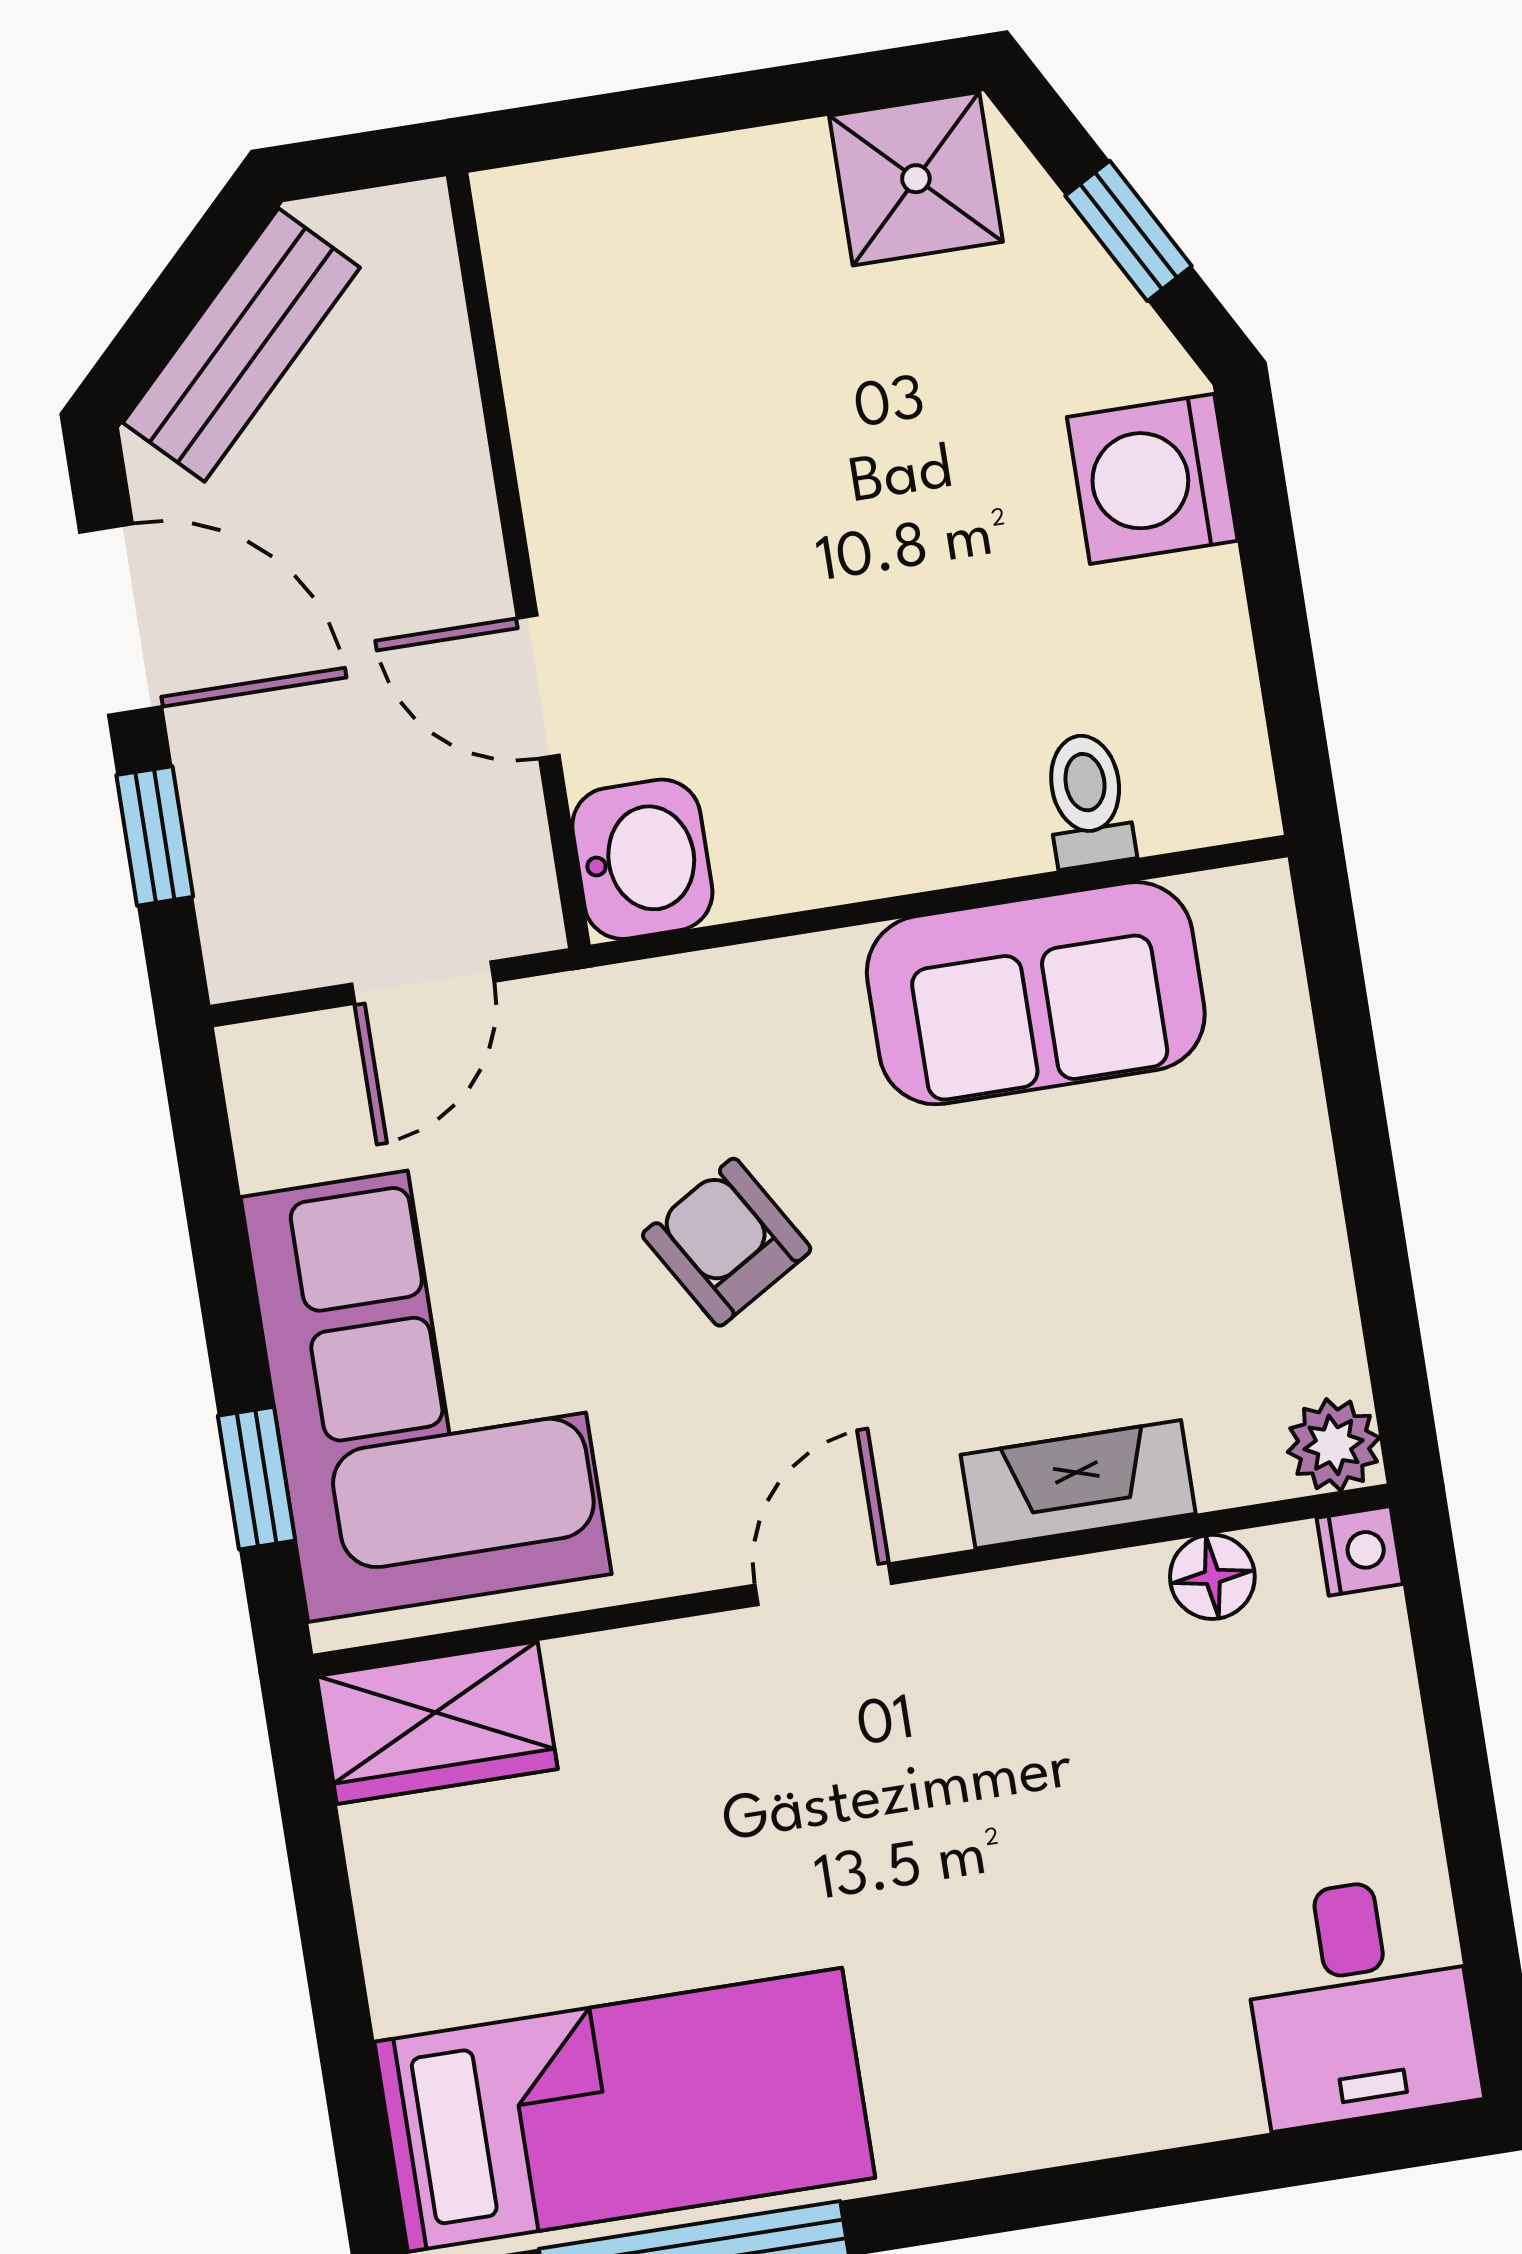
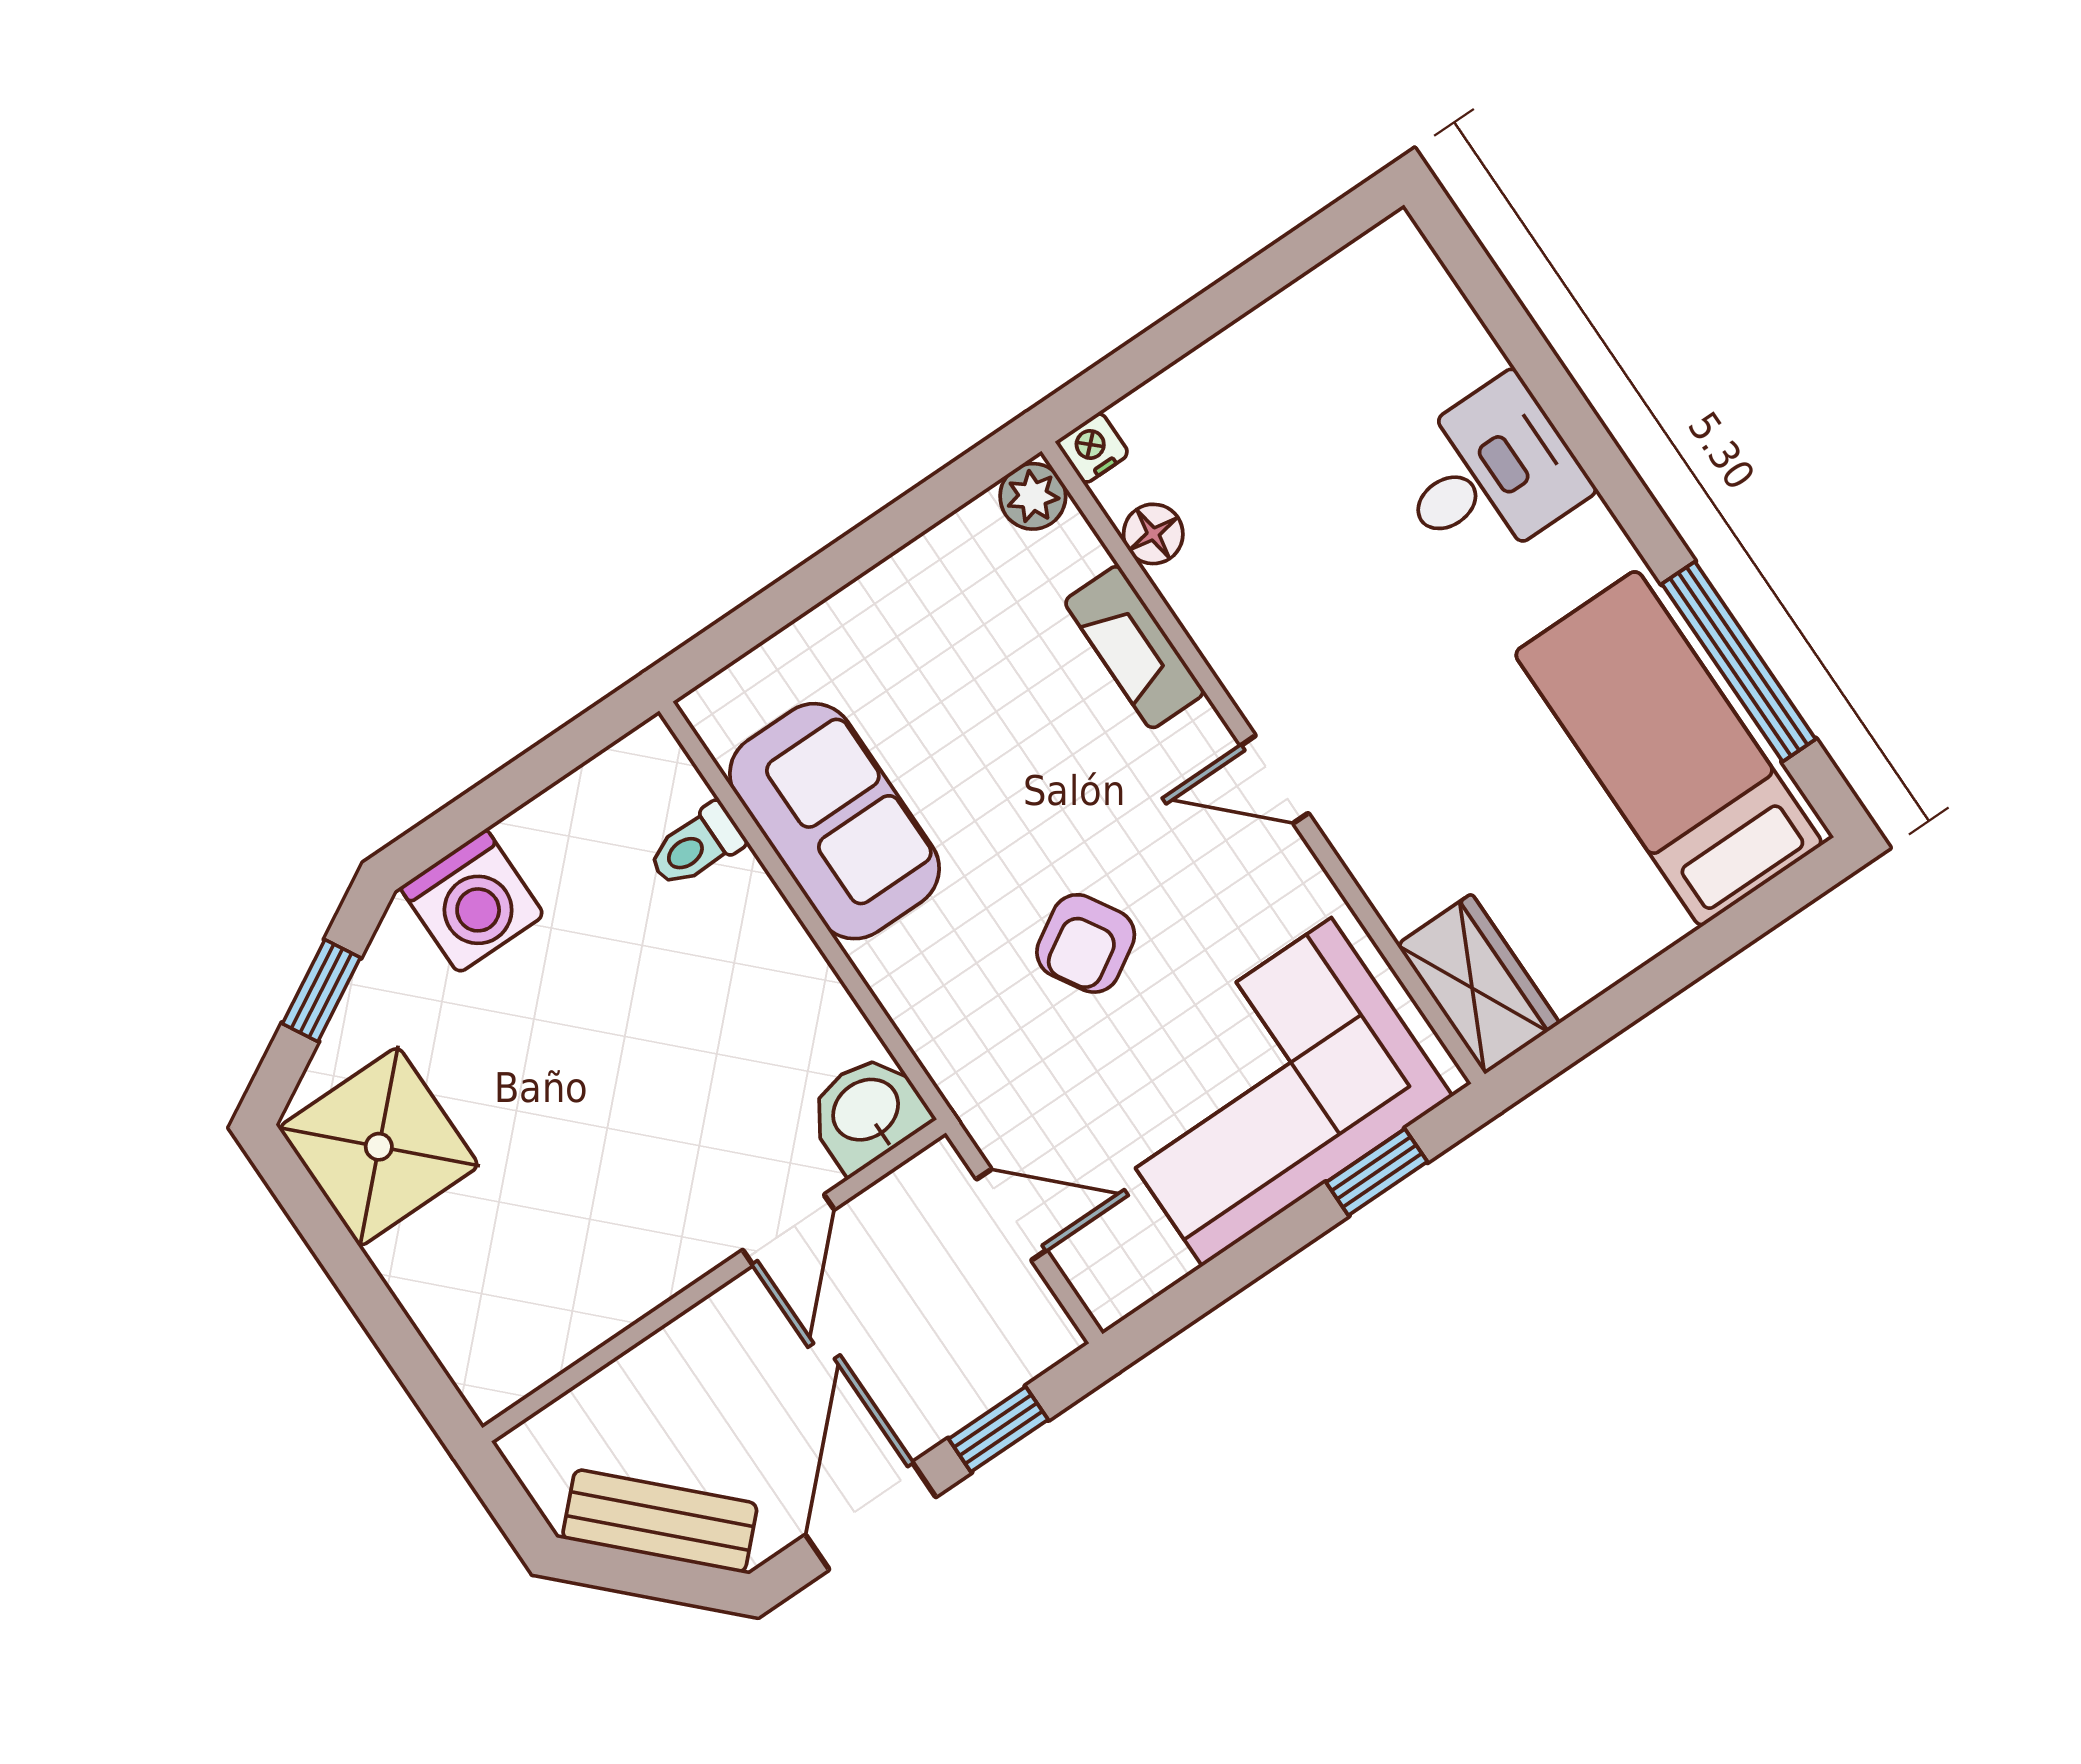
shower: (916, 179) -> (379, 1147), width x1.36, depth x1.36
desk: (1360, 2001) -> (1489, 474), moved

